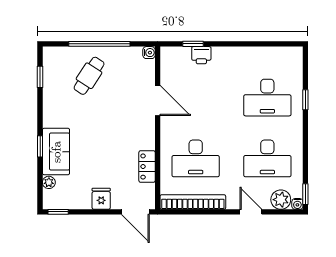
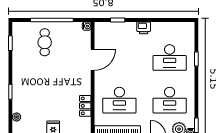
printer: (201, 55) -> (144, 28), moved
cafe table: (89, 76) -> (45, 42), turned -33
door: (158, 101) -> (93, 60), hinge flipped
sofa: (56, 152) -> (22, 95), removed

